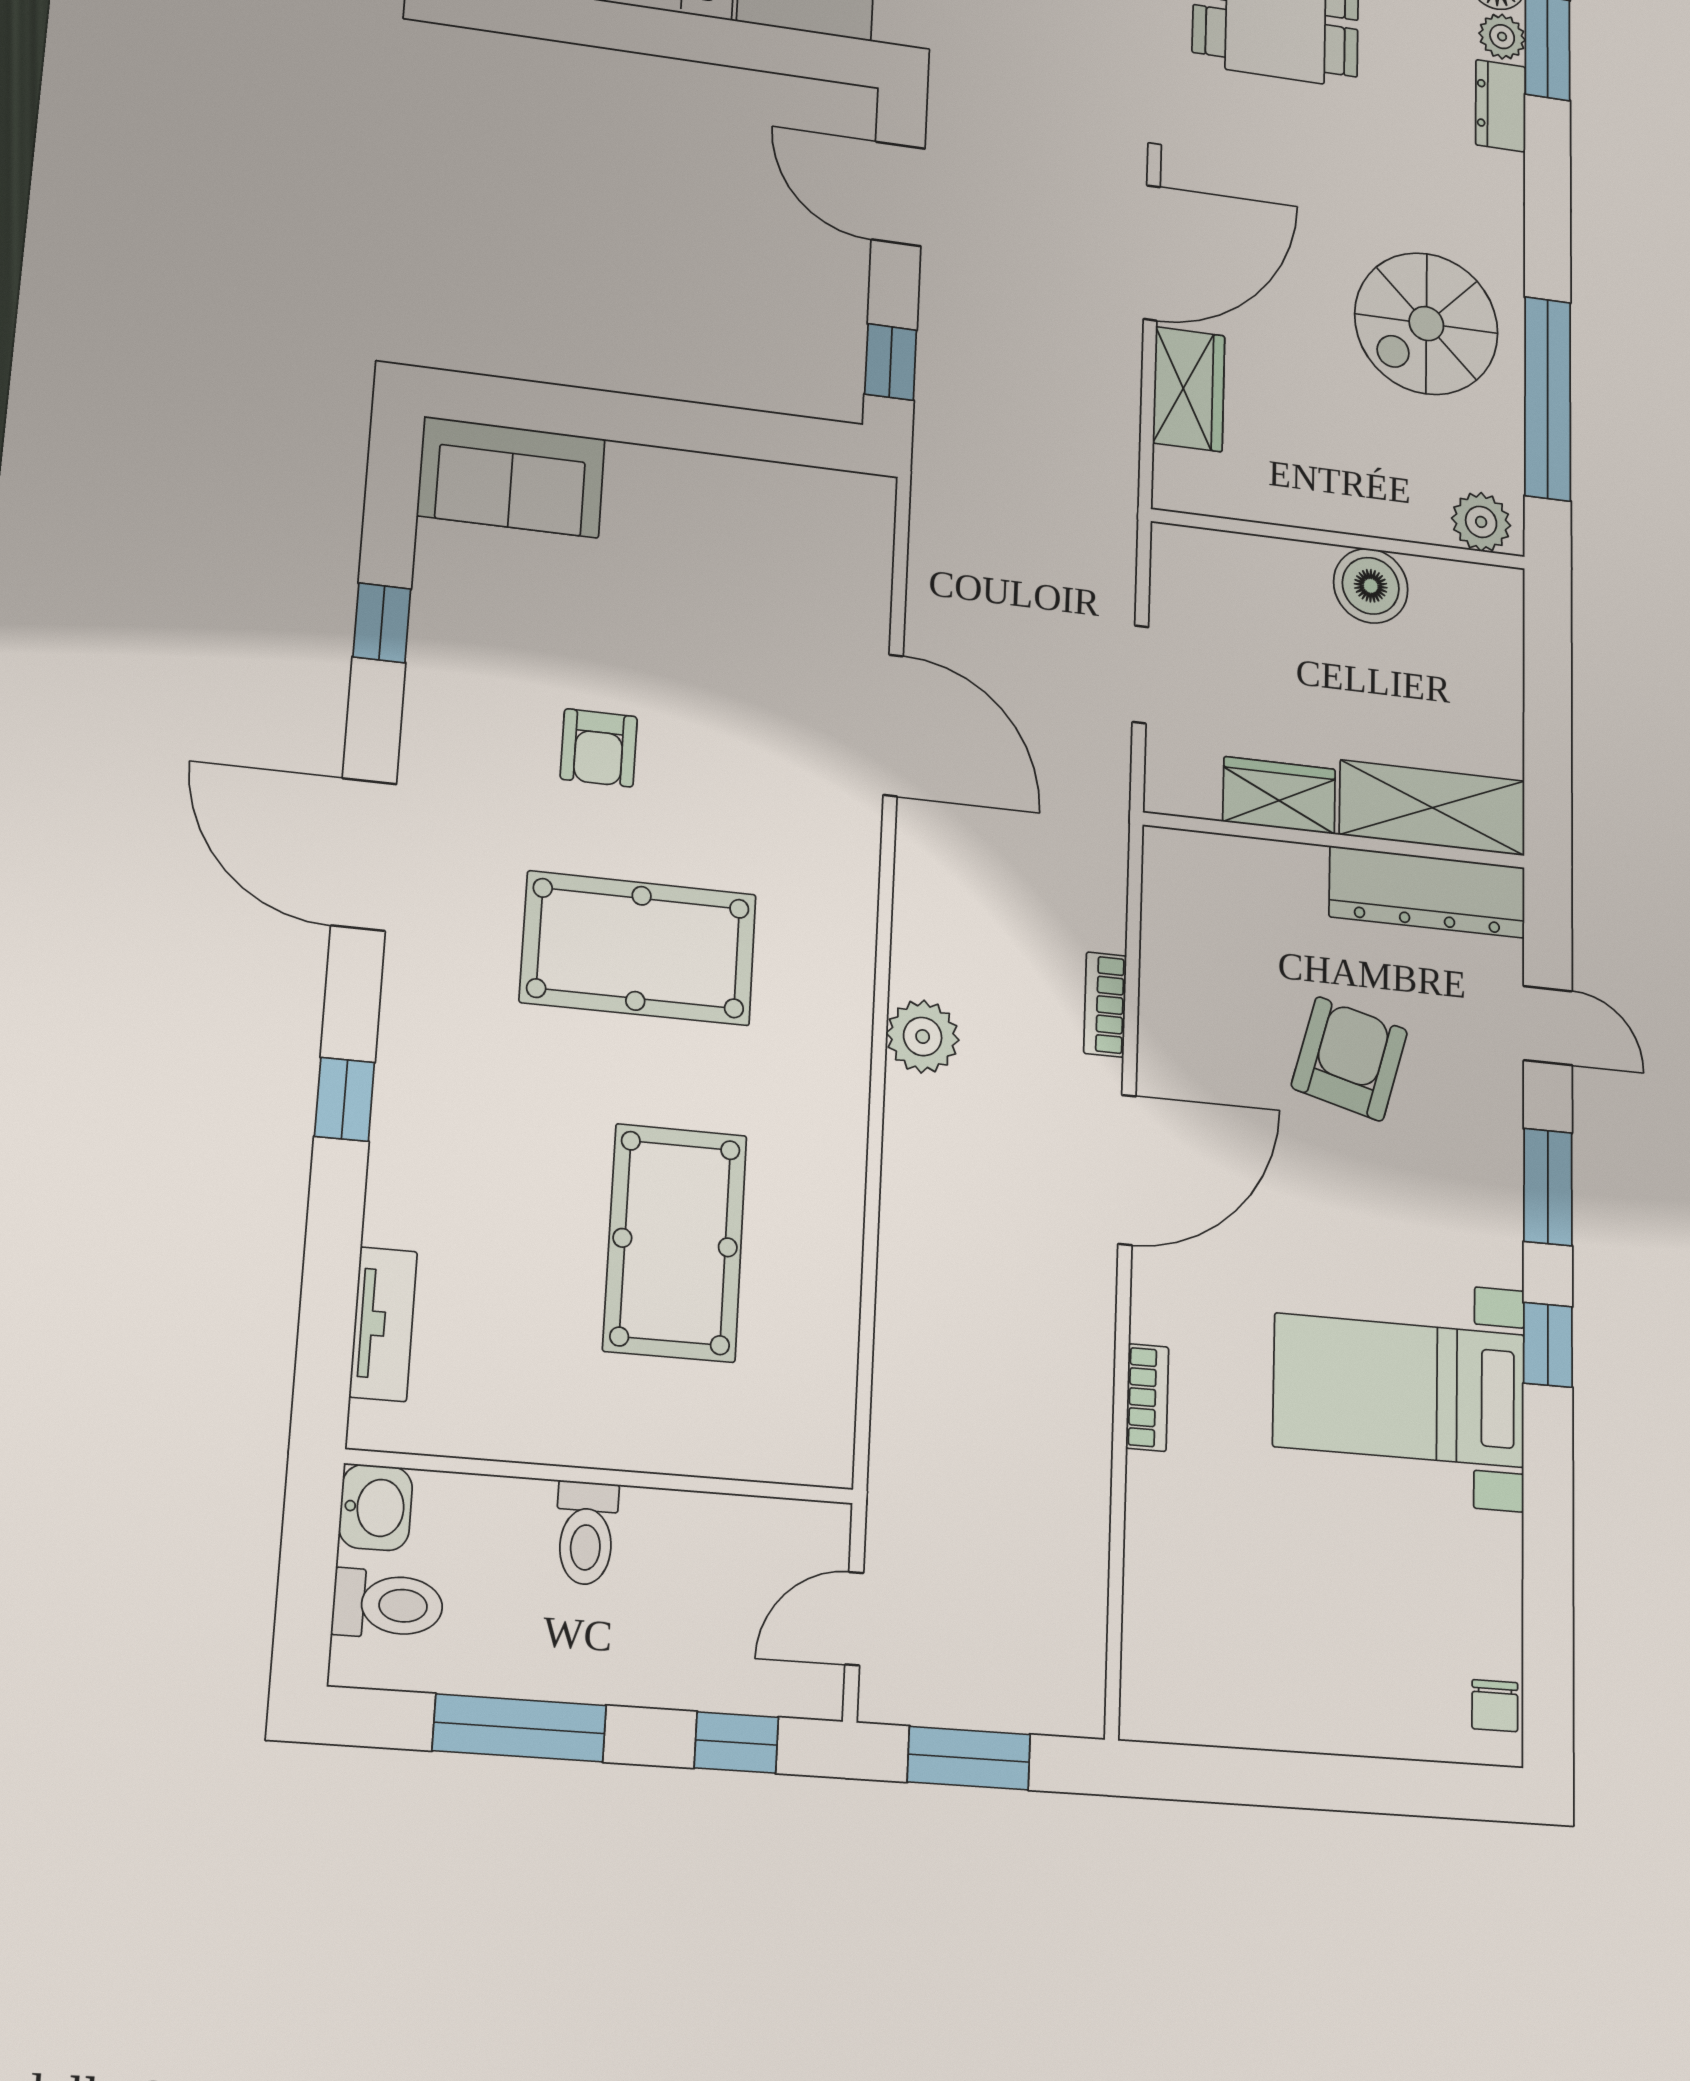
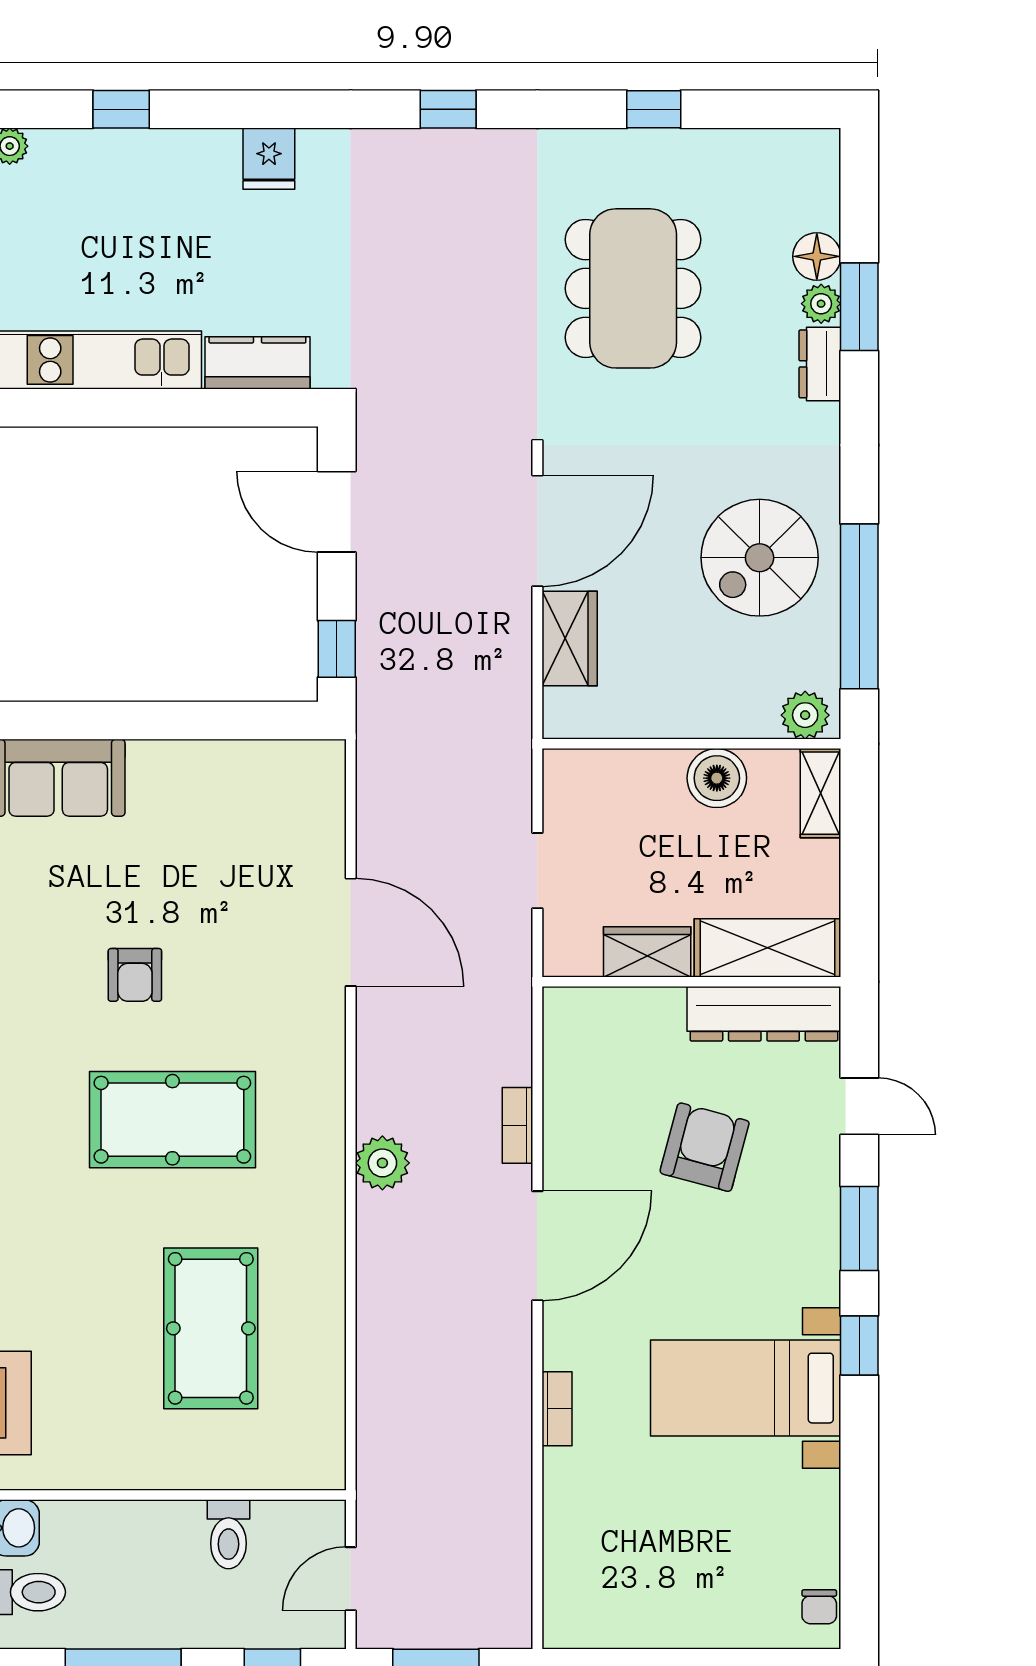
shelving: (1500, 621) -> (821, 793), added
toilet: (586, 1533) -> (228, 1534), moved

